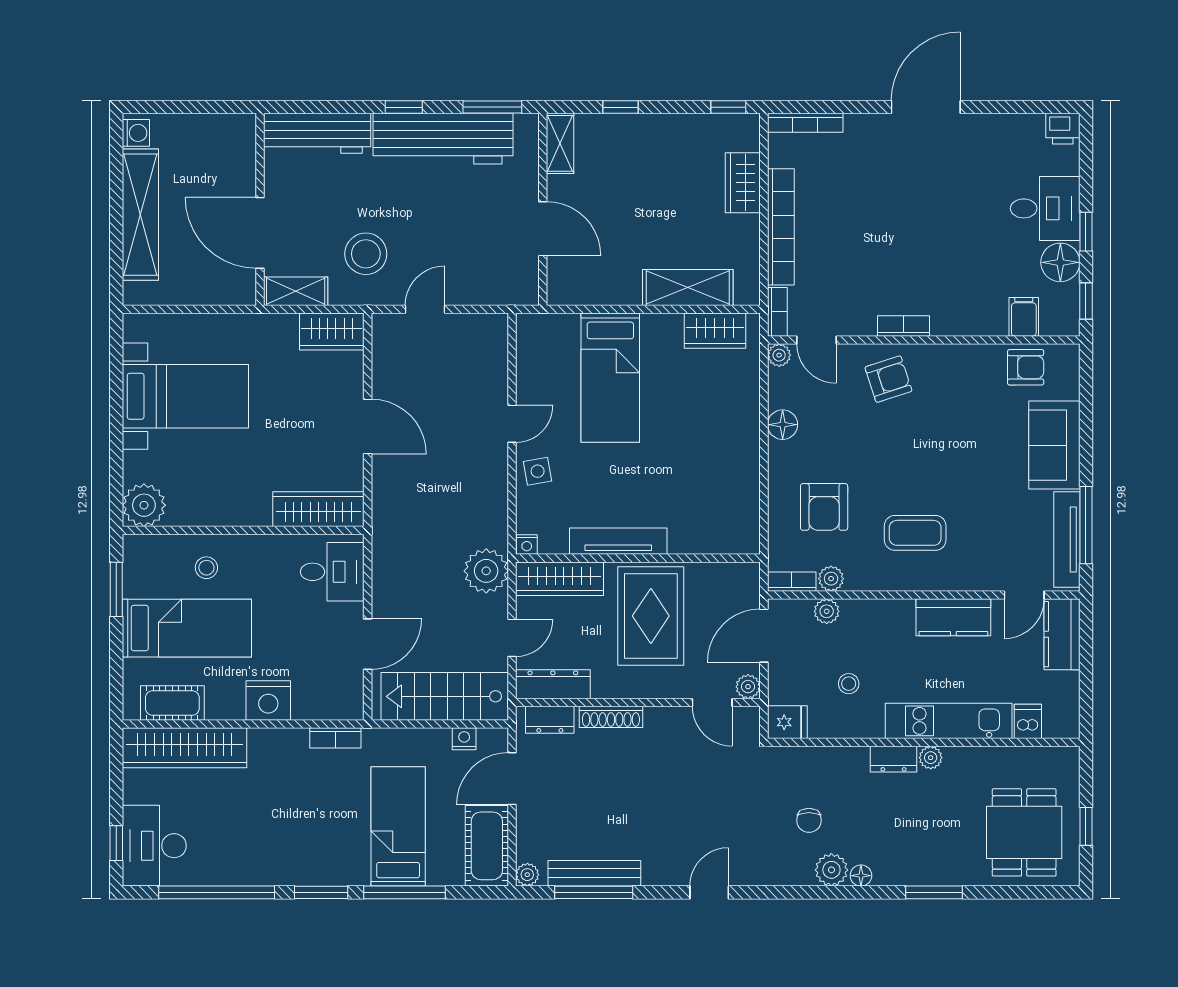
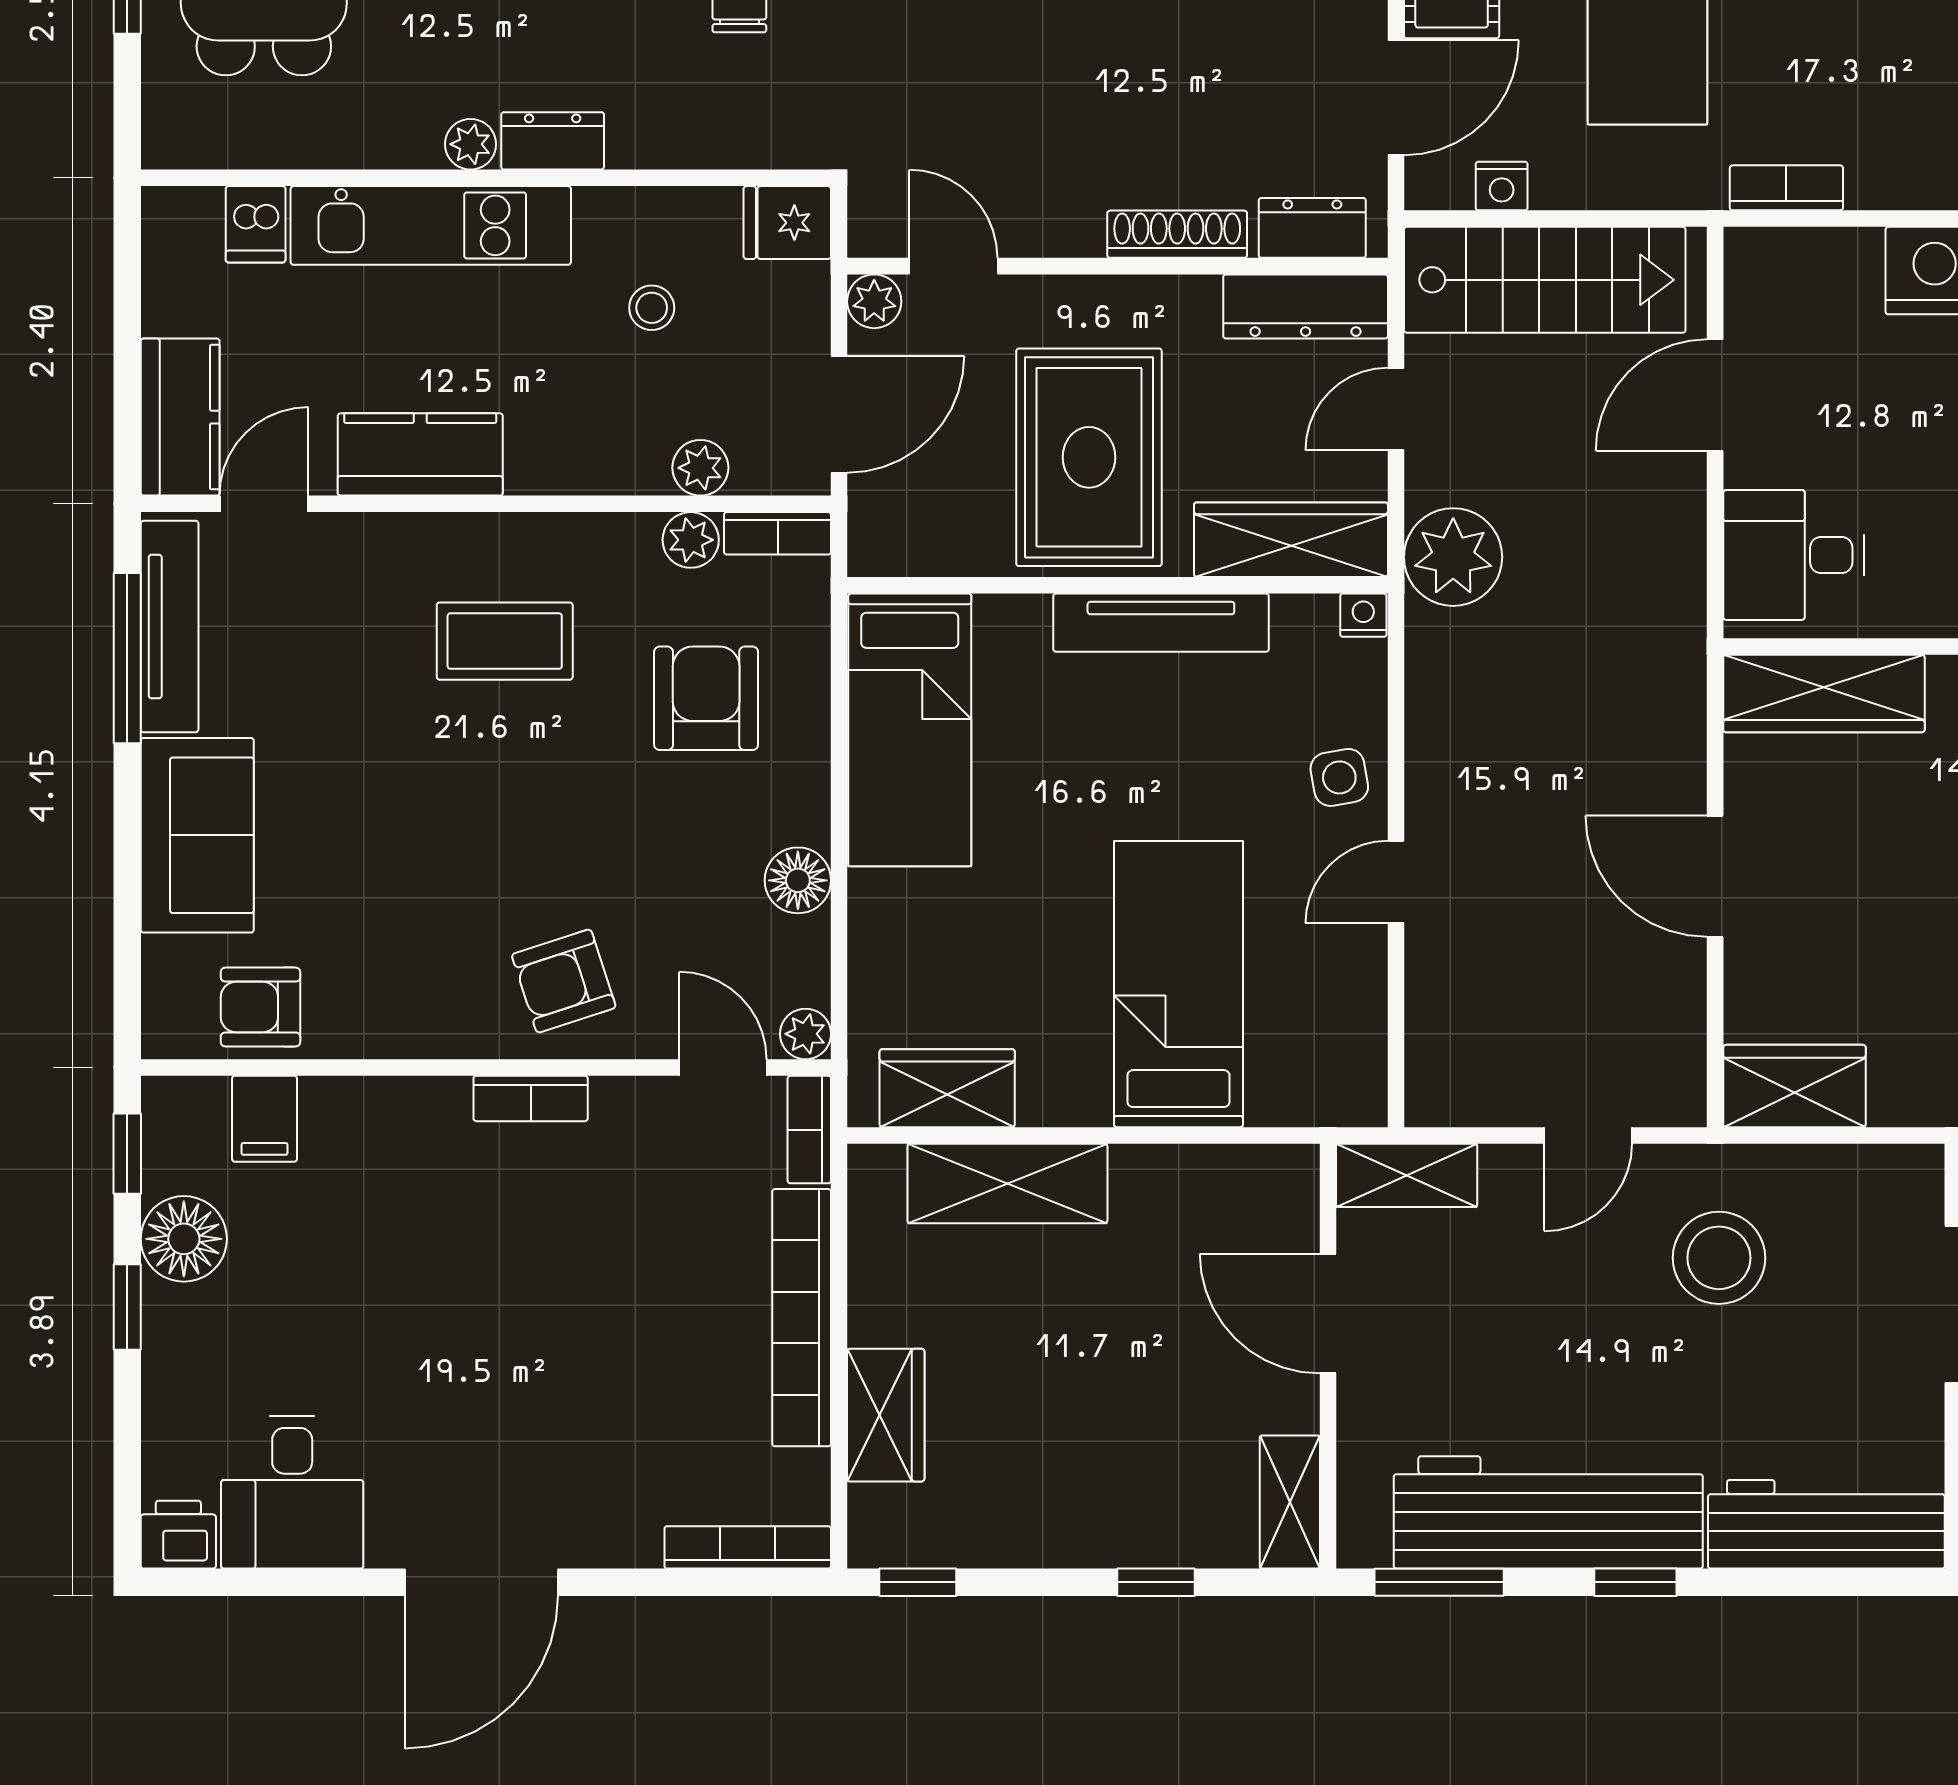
desk: (1045, 208) -> (292, 1492), moved, turned -90
shelving: (296, 291) -> (1407, 1175), moved
bed: (732, 493) -> (910, 730), added

